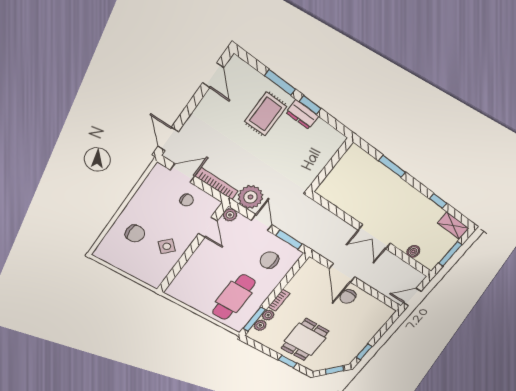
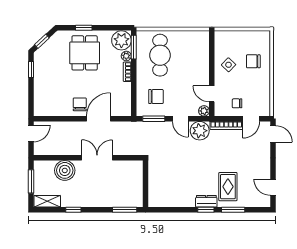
wall: (331, 165) -> (145, 184), moved
boiler: (413, 251) -> (65, 170), width x1.86, depth x1.86
door: (342, 273) -> (98, 119), hinge flipped
plant: (260, 325) -> (121, 40), width x1.88, depth x1.88

